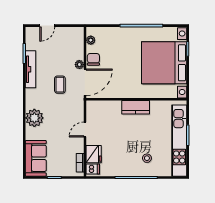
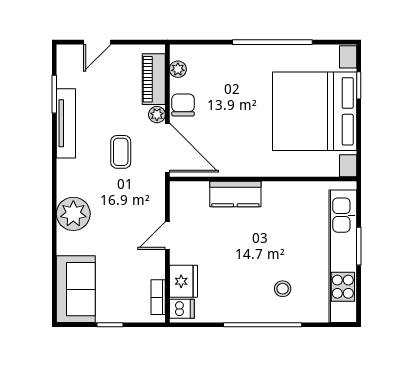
piano: (78, 45) -> (154, 79), added
door: (85, 82) -> (167, 148), hinge flipped
kitchen counter: (136, 107) -> (235, 194), moved

